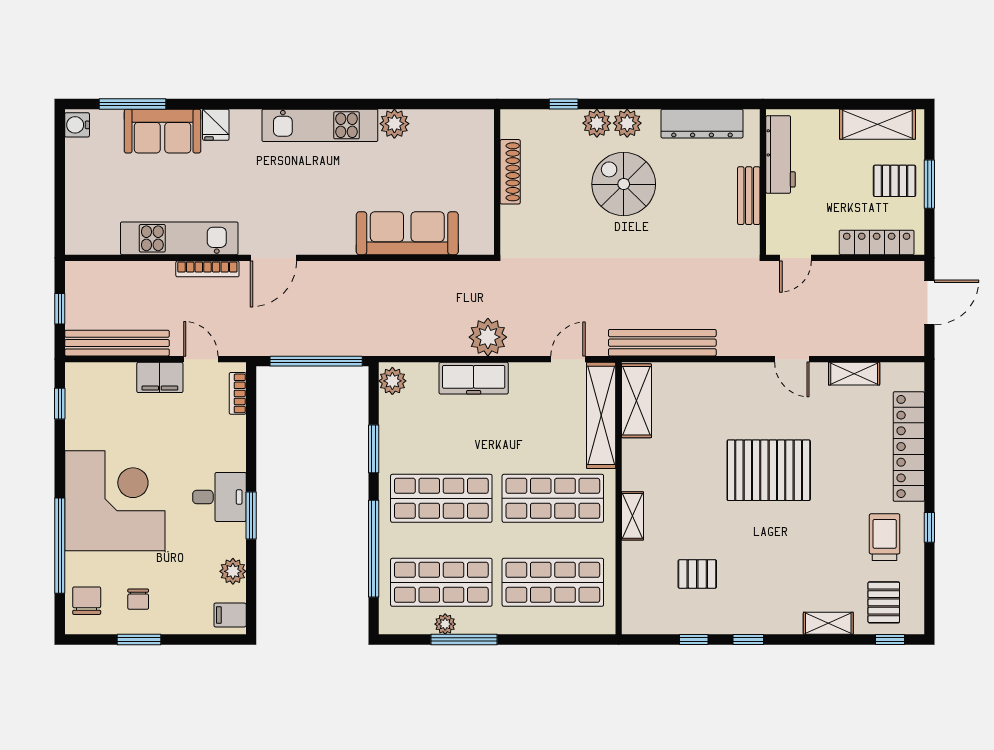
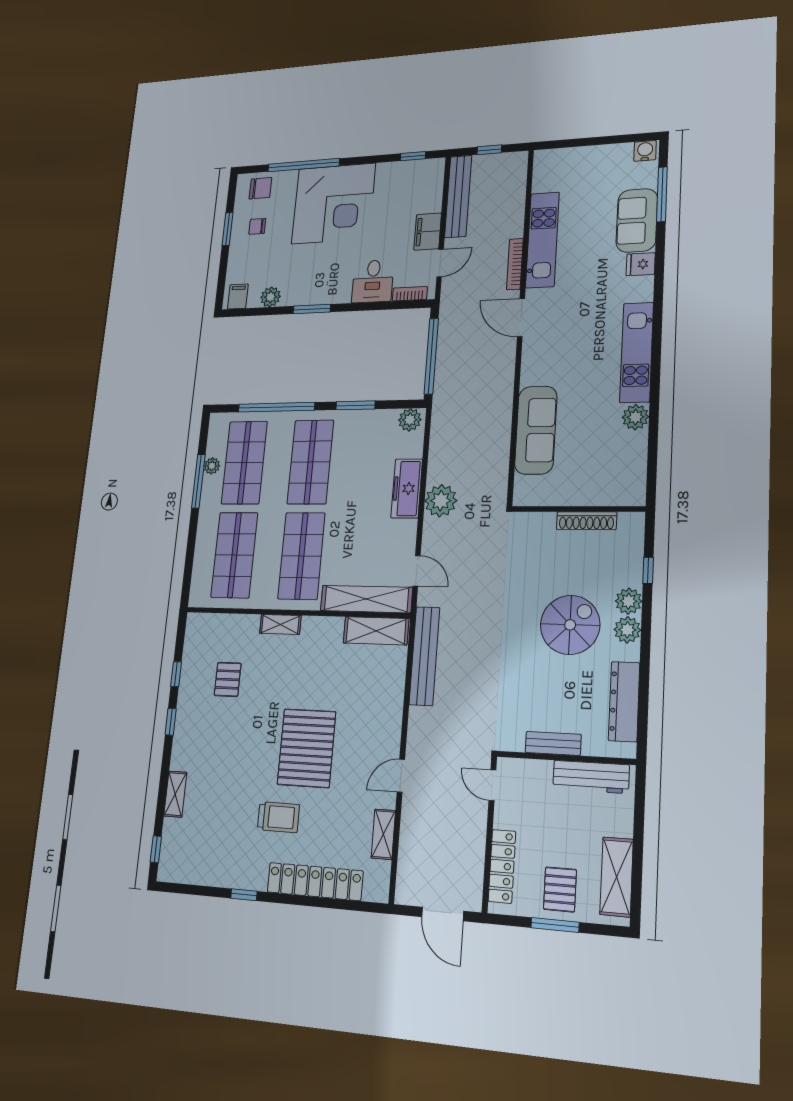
desk: (219, 497) -> (373, 281), moved
trolley: (885, 537) -> (278, 817), moved
pallet: (884, 602) -> (186, 846), removed

